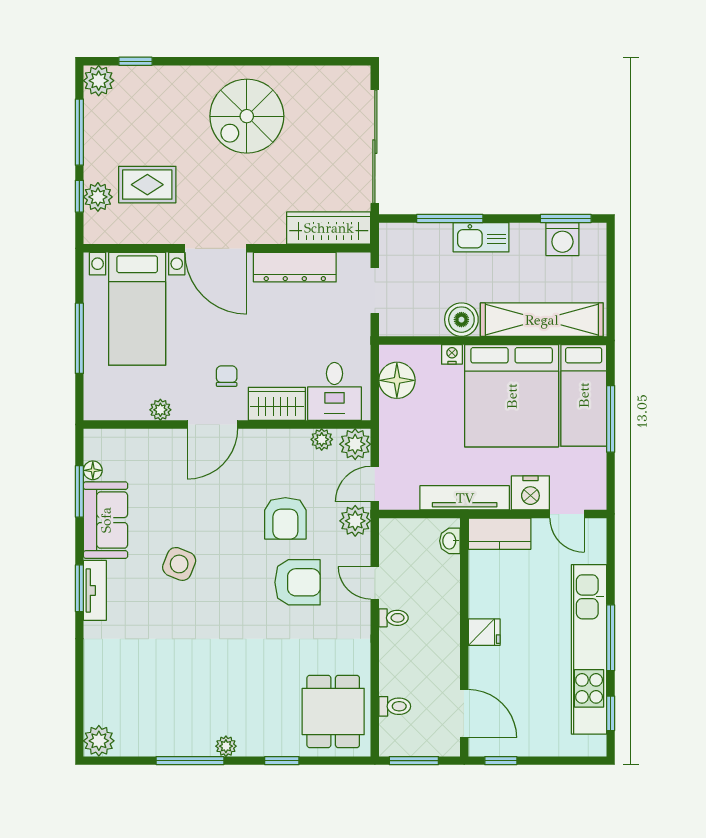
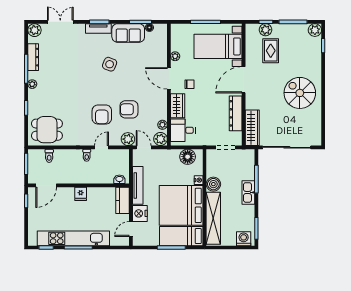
washing machine: (562, 239) -> (244, 239), moved, turned 90
double door: (79, 680) -> (60, 22), added
dresser: (162, 744) -> (33, 57), added

